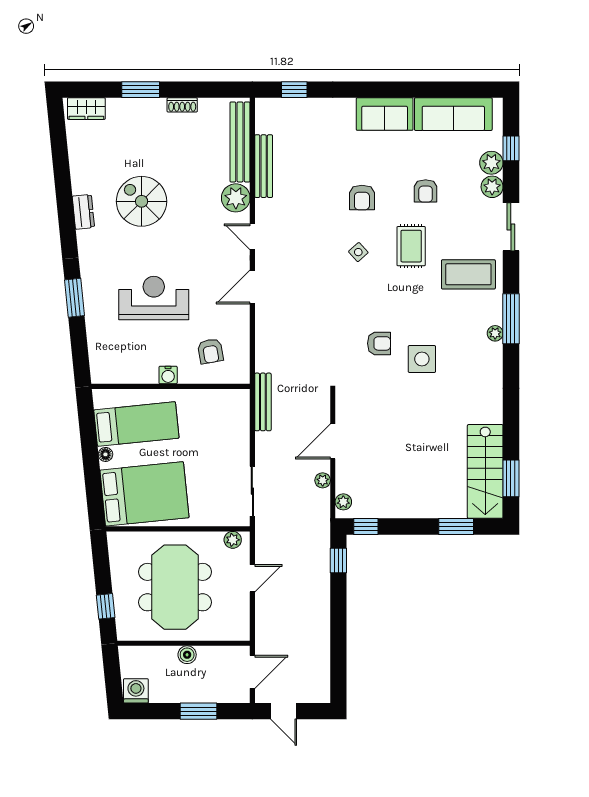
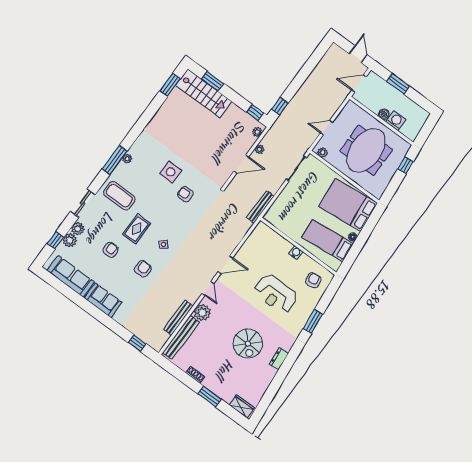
armchair: (210, 351) -> (313, 280), moved
stairs: (485, 471) -> (204, 93), moved, turned 90
washing machine: (136, 691) -> (396, 121), moved, turned 180

